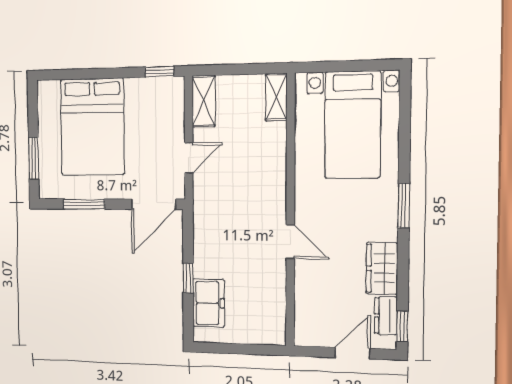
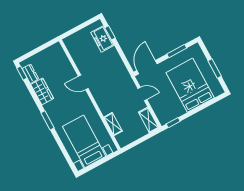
shelving: (276, 97) -> (113, 124), moved
window: (34, 158) -> (215, 69), moved
door: (189, 158) -> (142, 94), swing flipped
window: (188, 278) -> (110, 33), moved
door: (353, 353) -> (35, 52), removed

